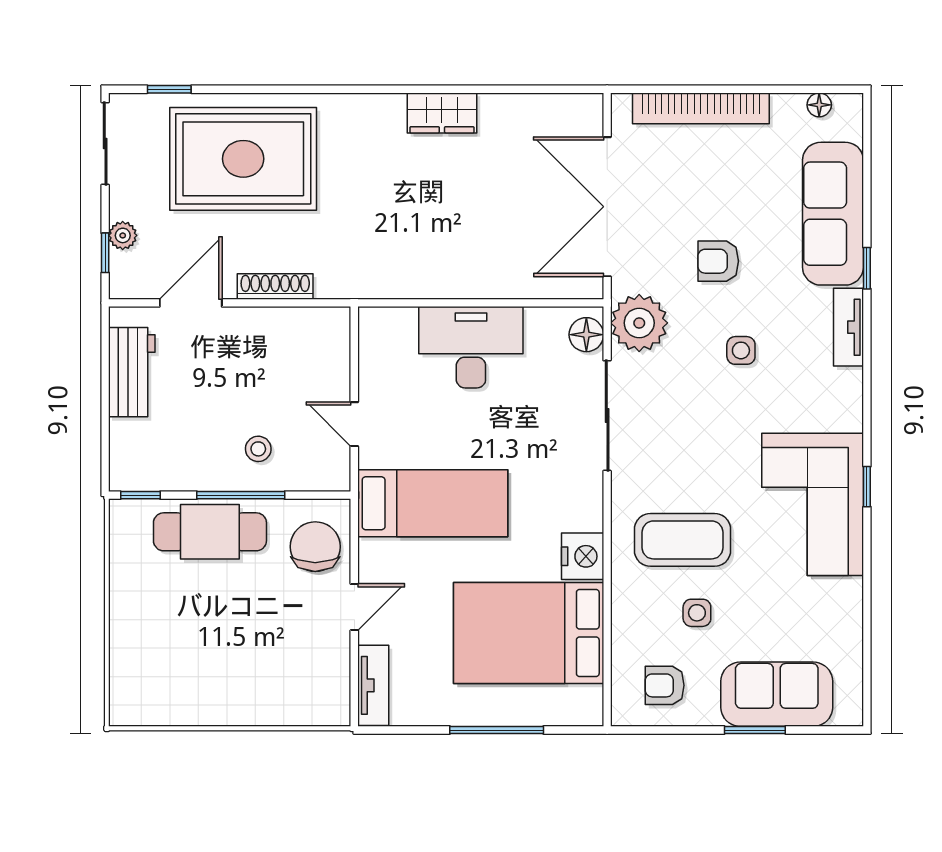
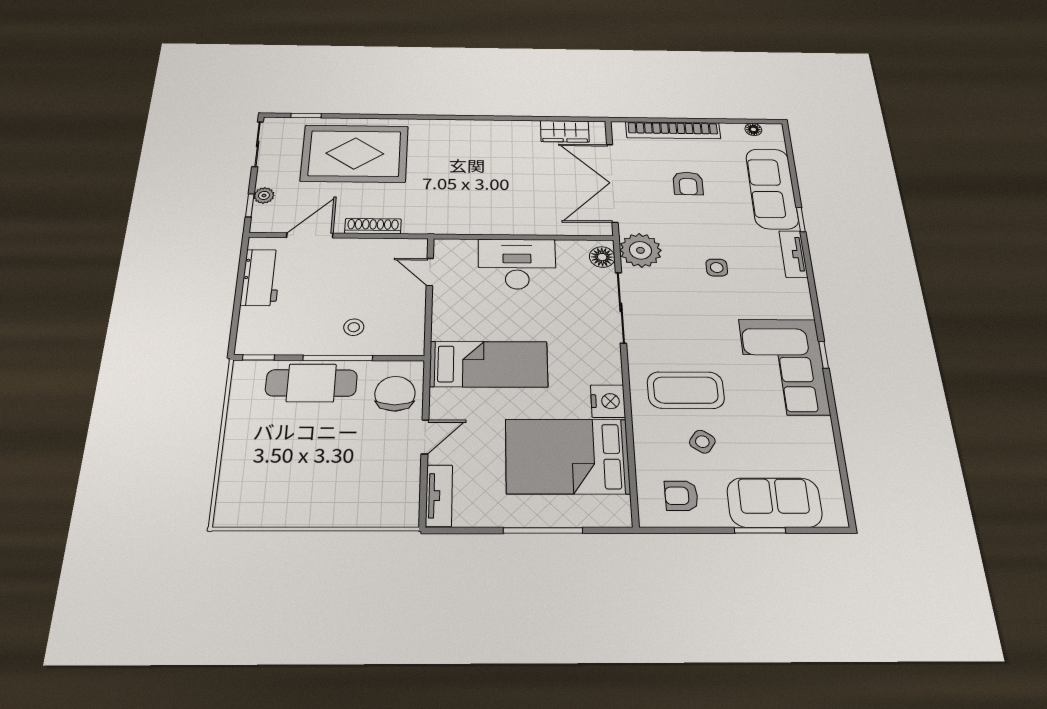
wardrobe: (442, 113) -> (565, 131), moved
armchair: (718, 261) -> (688, 183), moved, turned -89
door: (354, 424) -> (430, 272), moved
side table: (697, 613) -> (702, 442), turned 34

